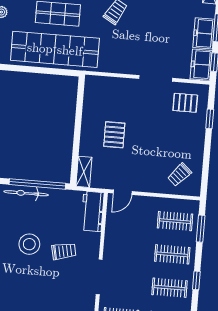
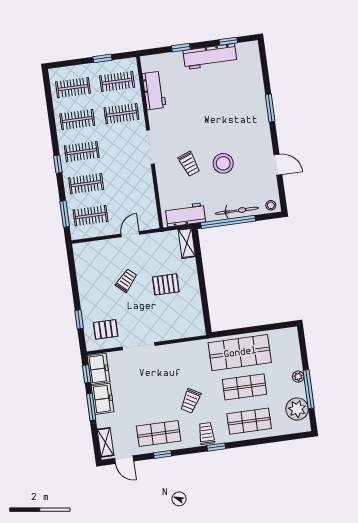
shop shelf: (55, 49) -> (240, 353), width x0.71
pallet: (114, 135) -> (166, 284), turned 90
trolley: (179, 175) -> (126, 281), moved
door: (123, 192) -> (130, 234), moved
workbench: (92, 211) -> (185, 215), moved, turned -90
trolley: (64, 251) -> (189, 164), turned -99

